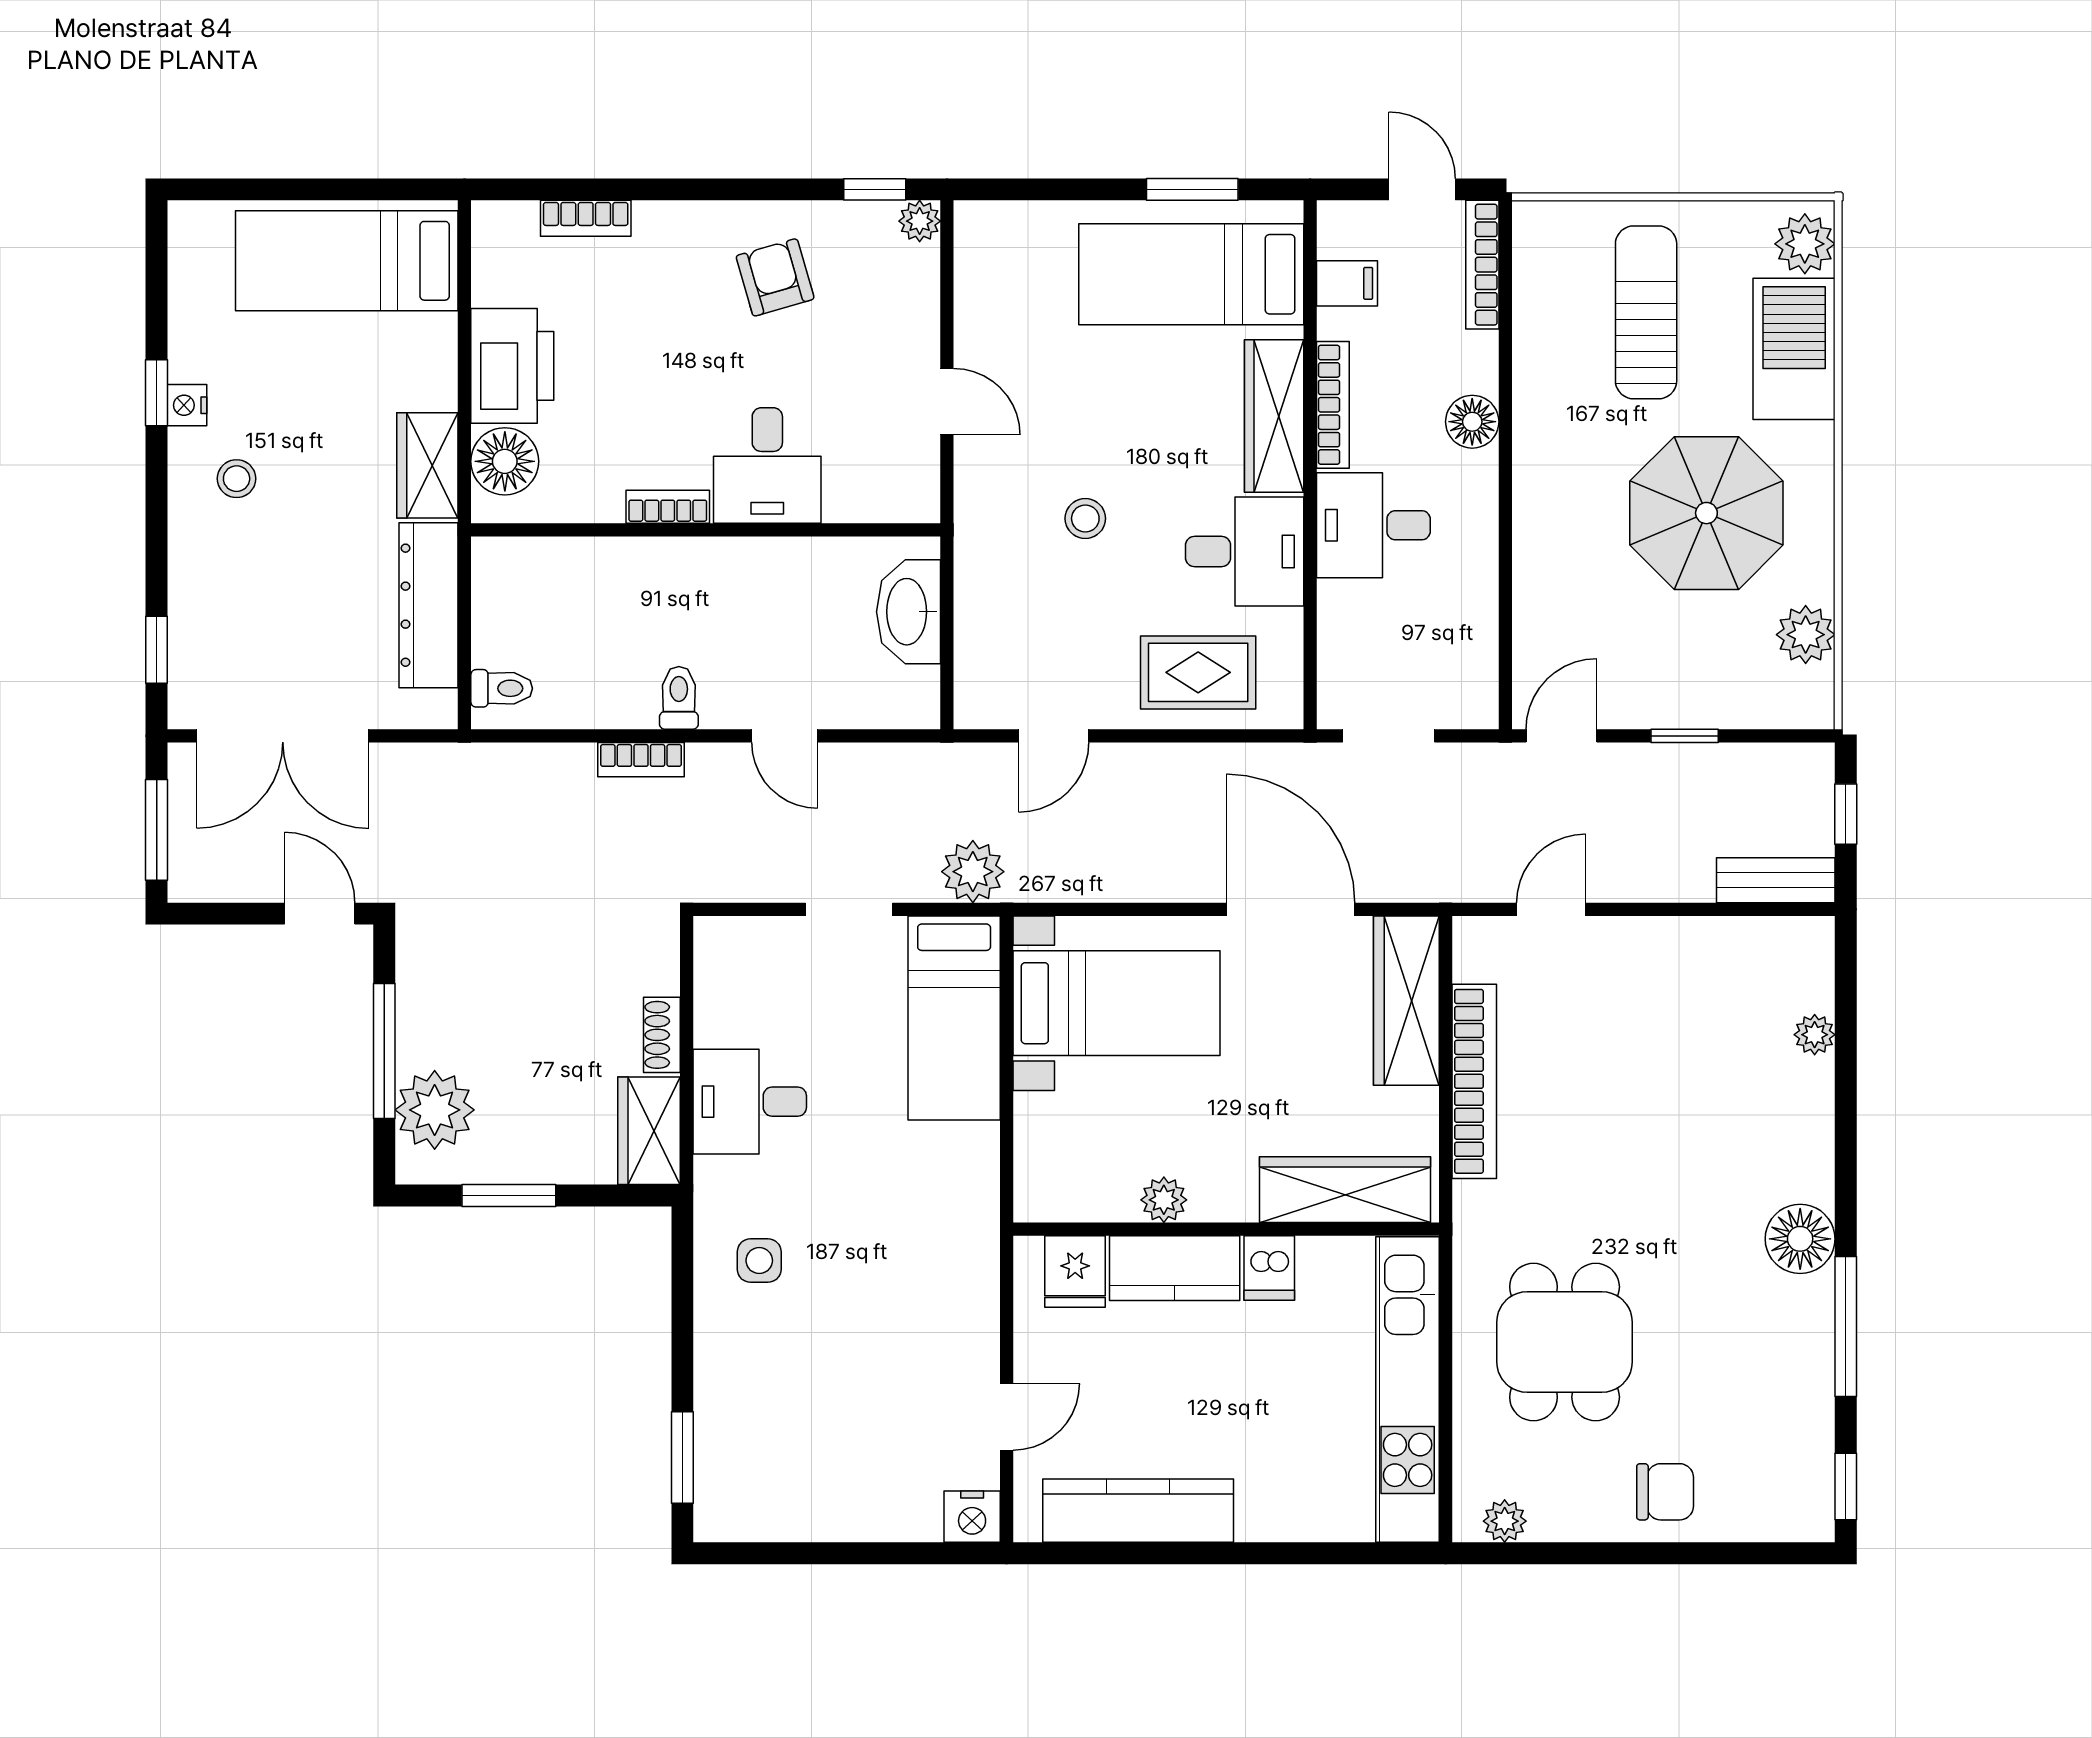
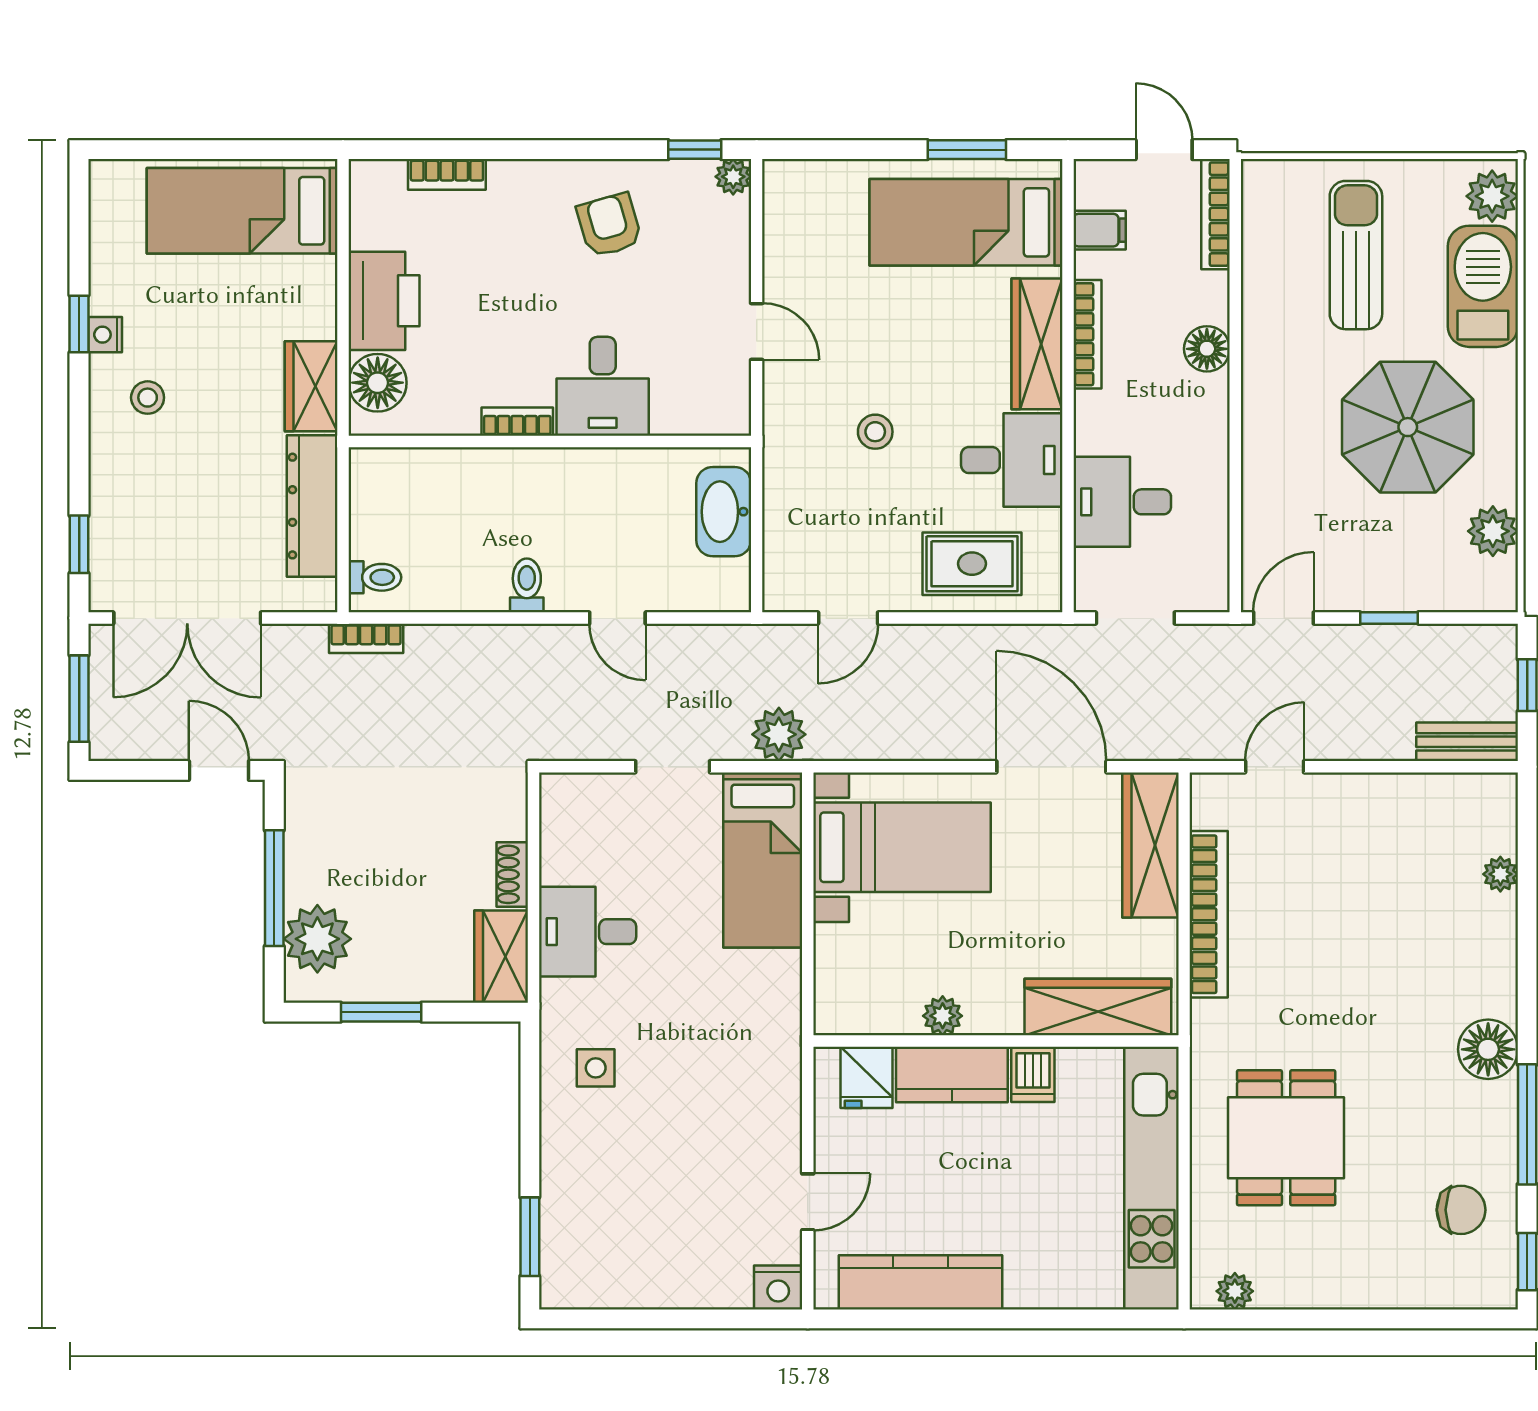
desk: (1373, 525) -> (1122, 502), moved
bookcase: (641, 760) -> (366, 638), moved
chair: (1665, 1492) -> (1461, 1210), moved

